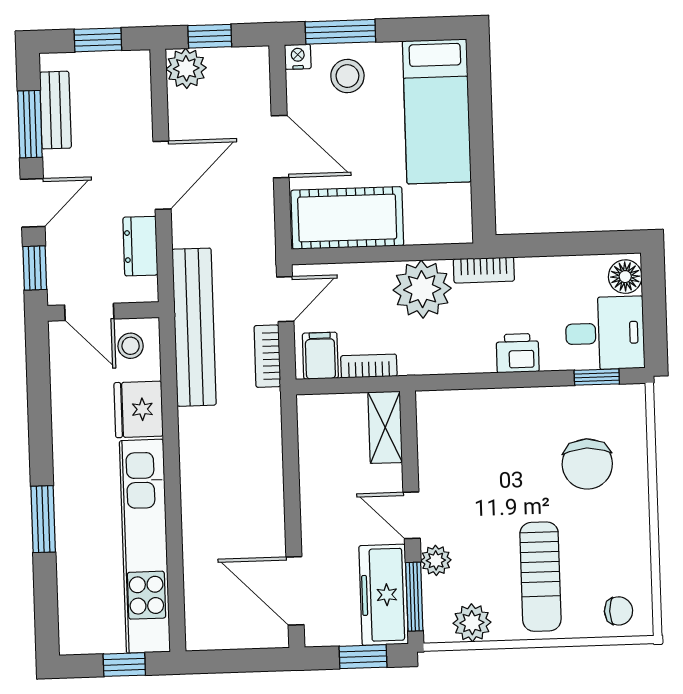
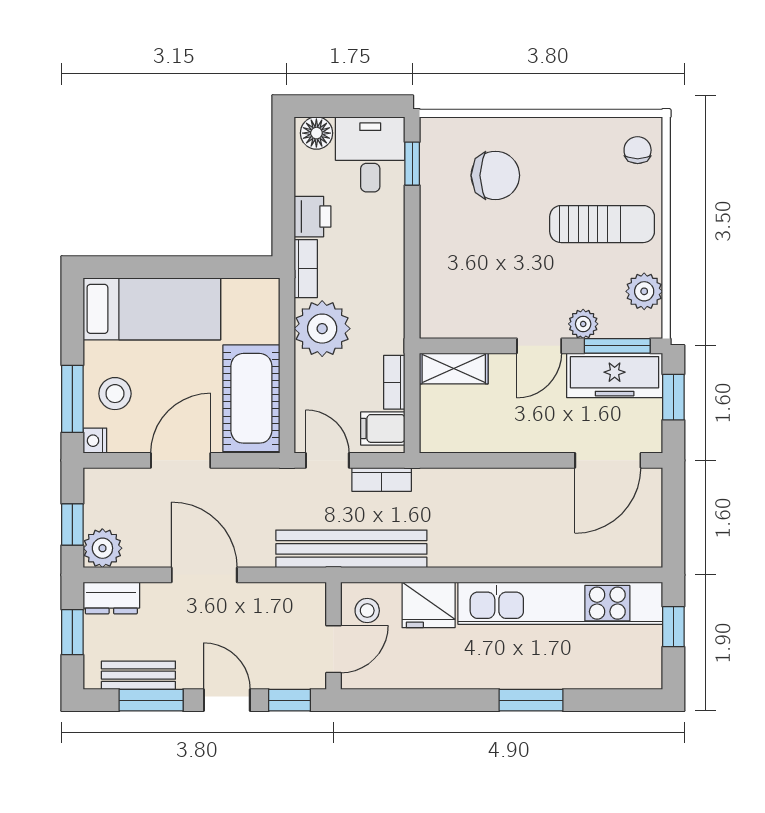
dresser: (140, 246) -> (111, 598), moved
printer: (518, 353) -> (312, 217), moved, turned 180

